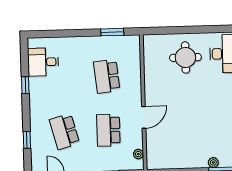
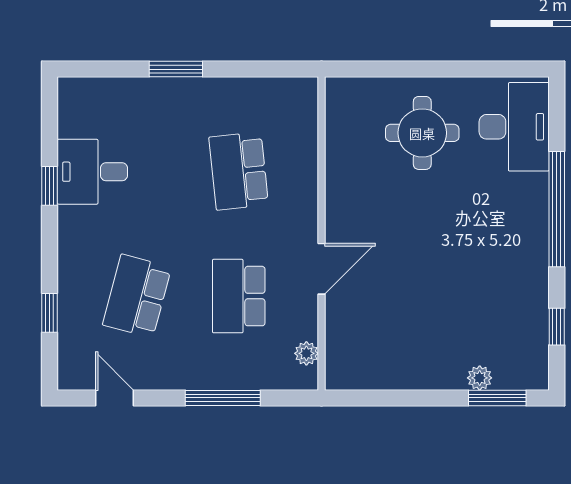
window: (112, 32) -> (176, 69), moved
desk: (43, 62) -> (92, 172), moved
school desk: (64, 132) -> (137, 296), turned 30

